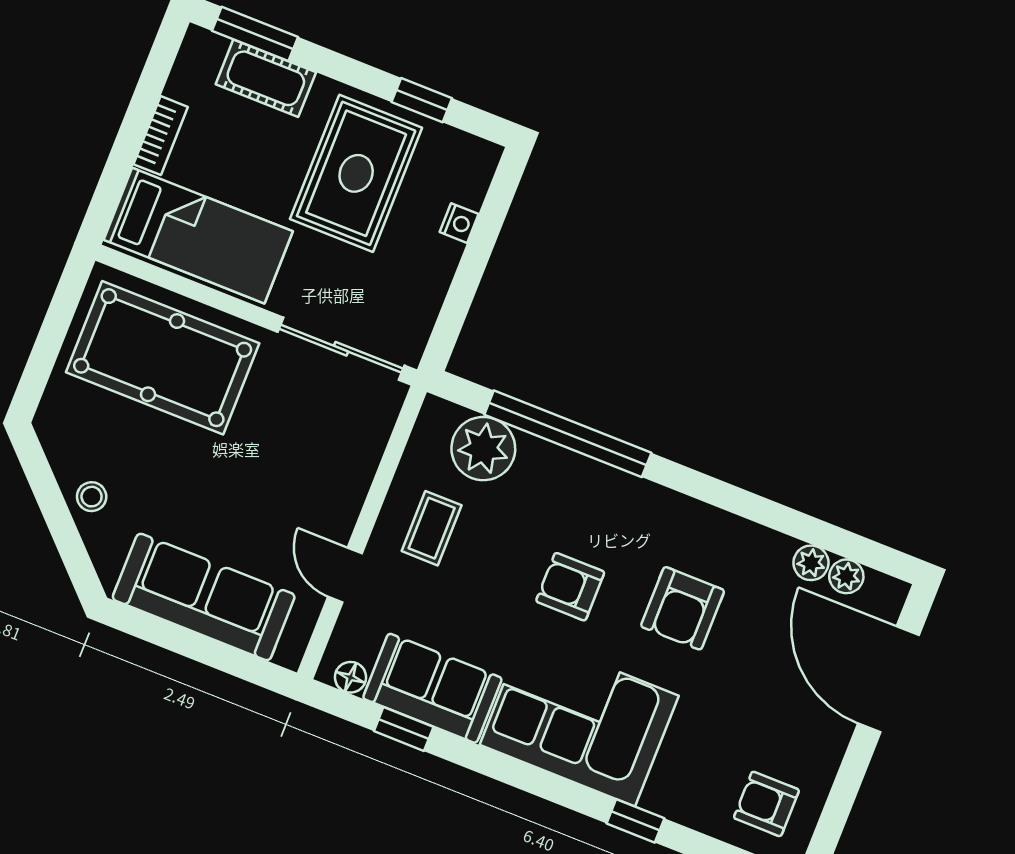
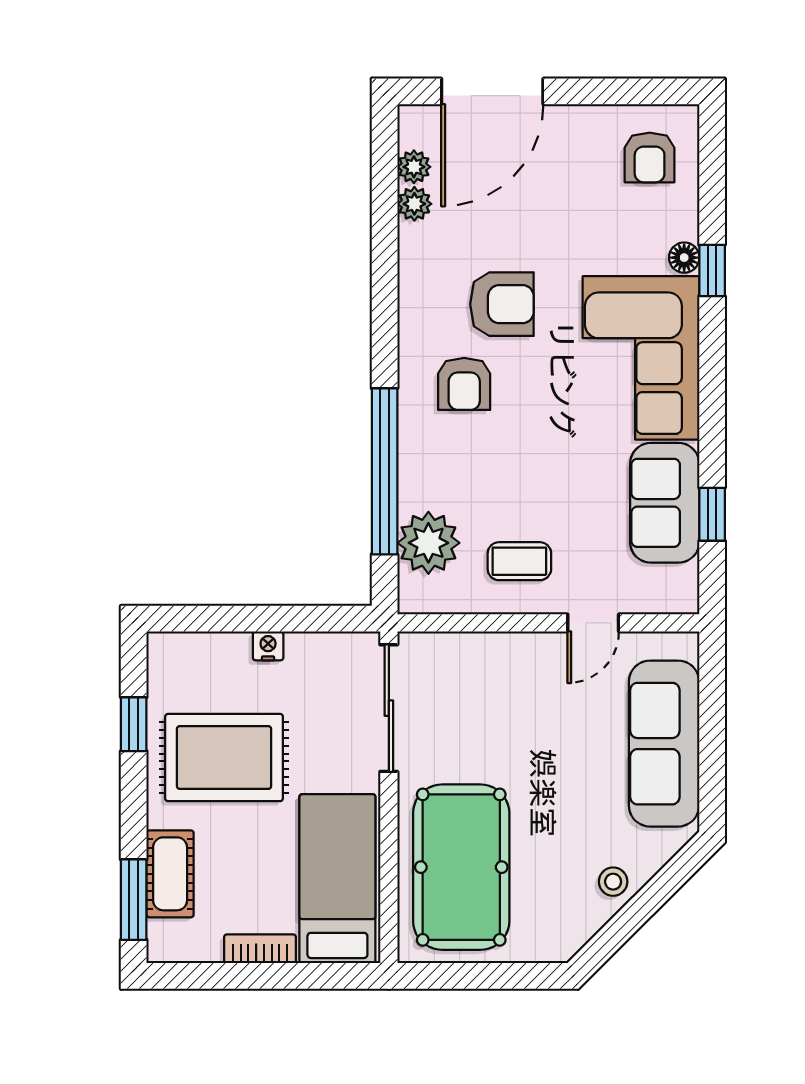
nightstand: (459, 223) -> (268, 646), moved
armchair: (570, 587) -> (464, 384), moved
floor lamp: (350, 677) -> (684, 258), moved

